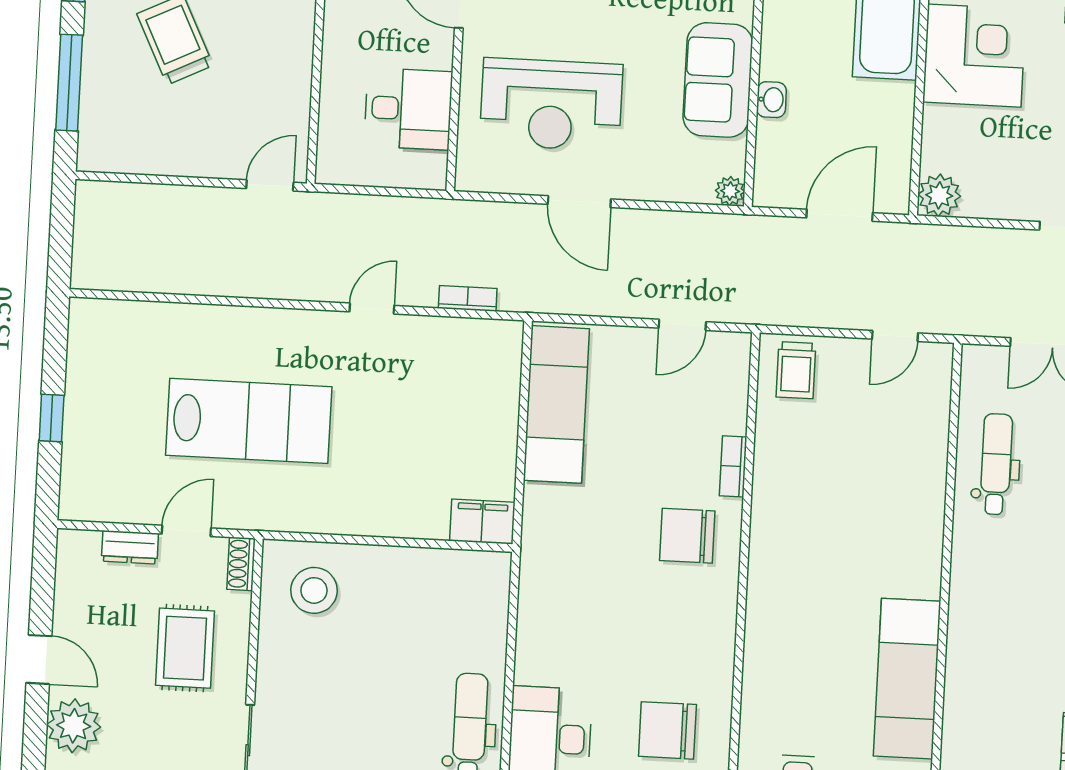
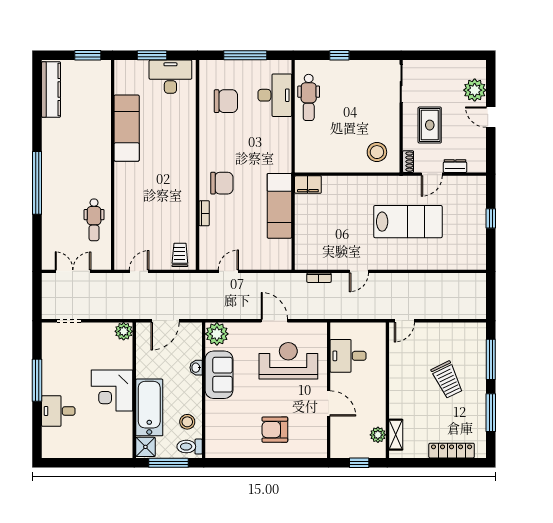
plant: (730, 191) -> (217, 334), width x1.87, depth x1.87
exam couch: (556, 404) -> (279, 206), moved
lab bench: (249, 421) -> (408, 222), turned 180

